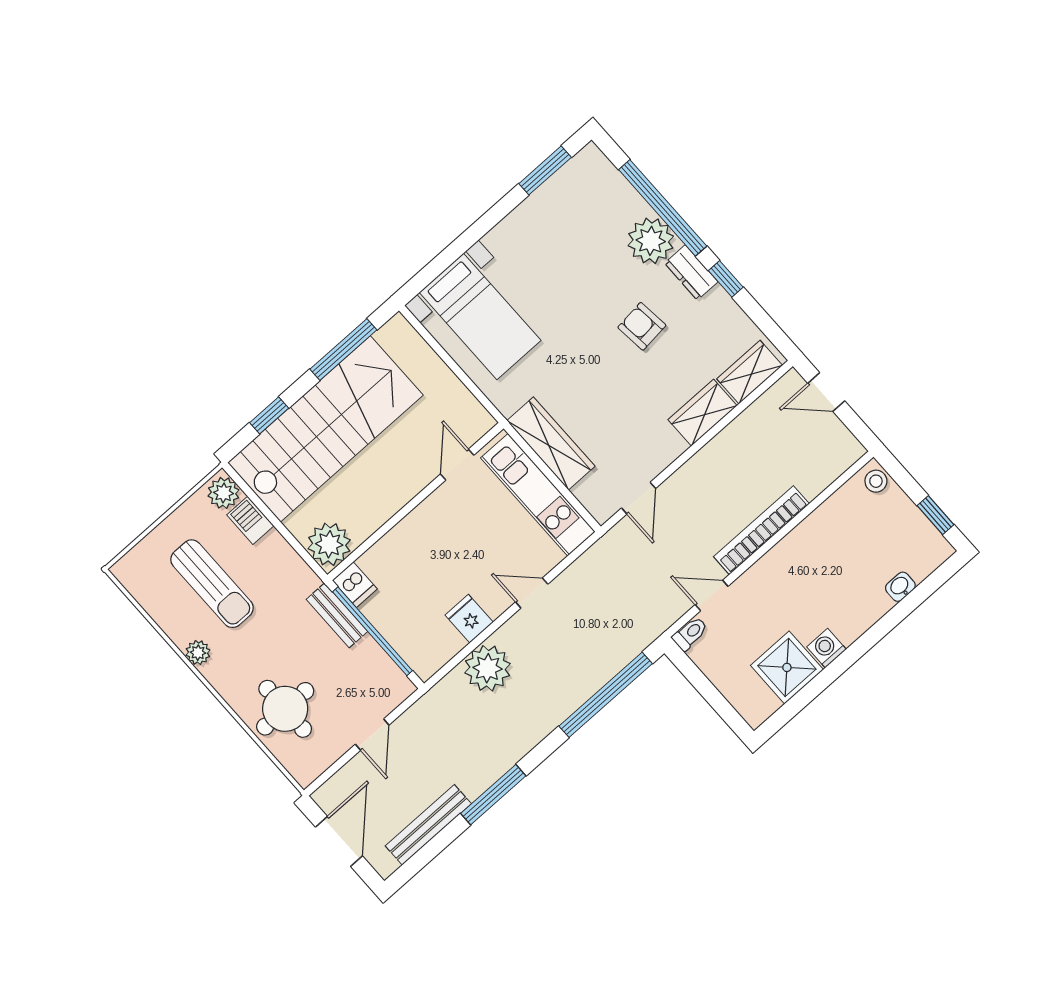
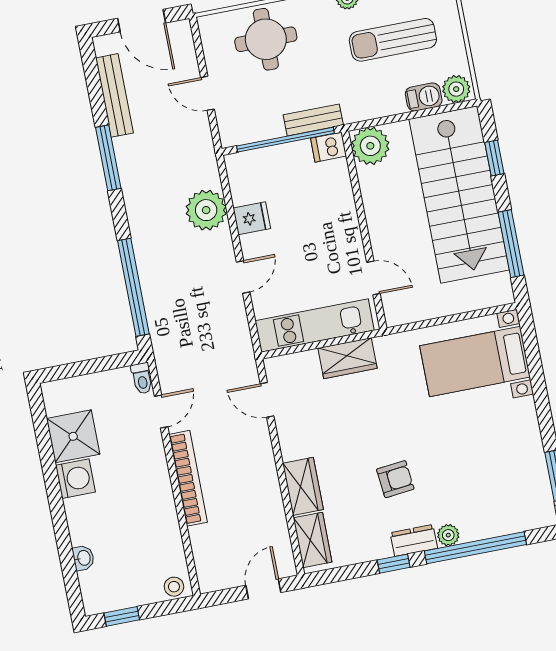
plant: (651, 241) -> (448, 535), width x0.53, depth x0.53
wardrobe: (551, 443) -> (348, 358), width x0.67
washing machine: (827, 648) -> (75, 479), width x1.38, depth x1.38

